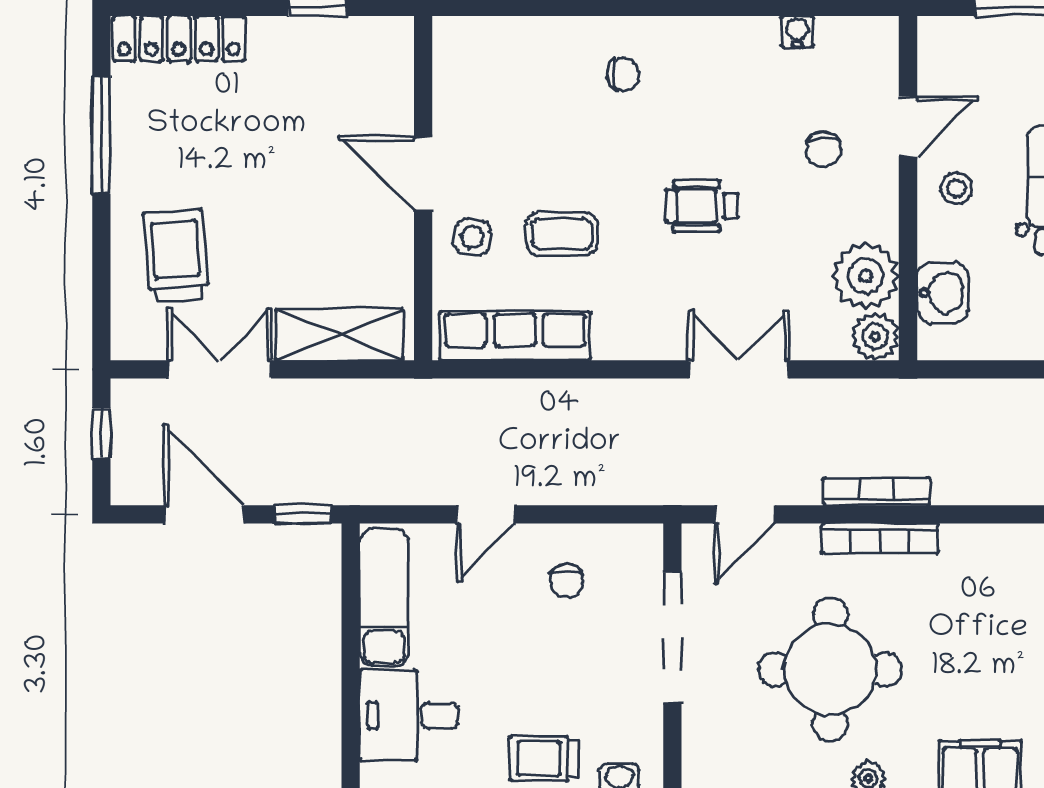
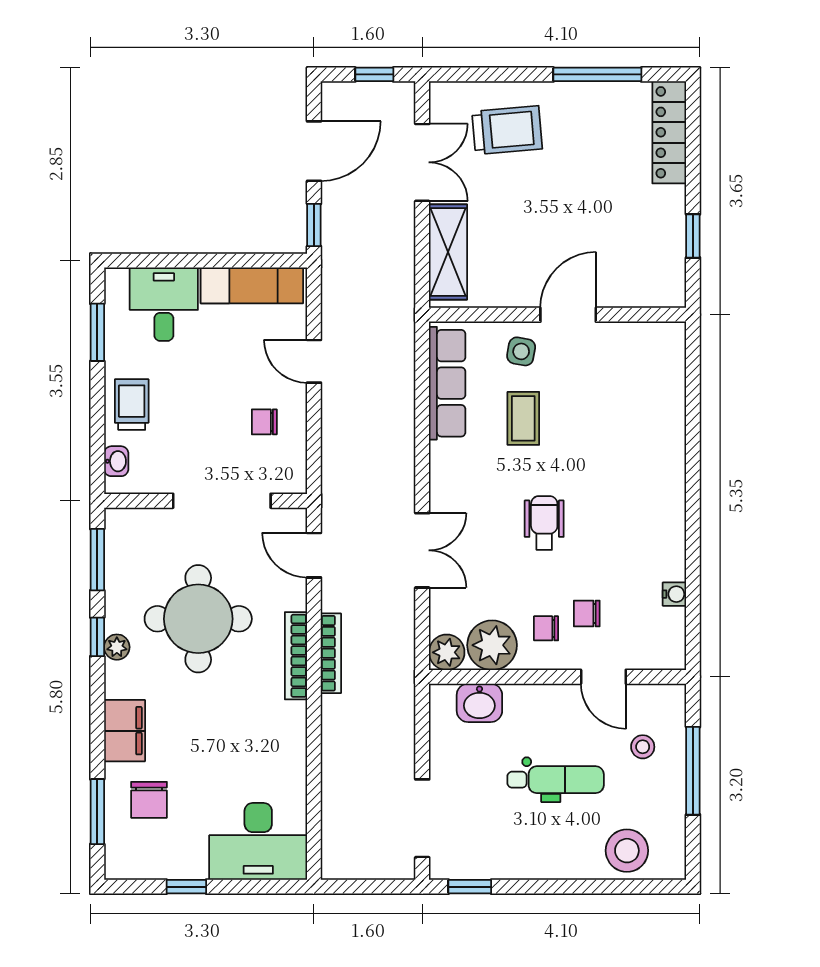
chair: (623, 74) -> (546, 628), moved, turned 90
stool: (957, 188) -> (643, 747), moved

